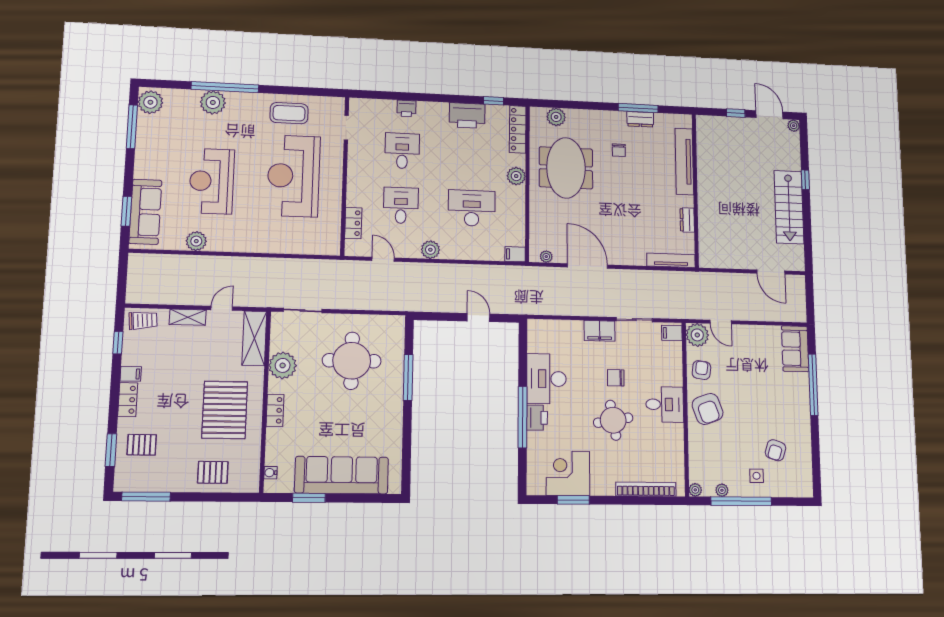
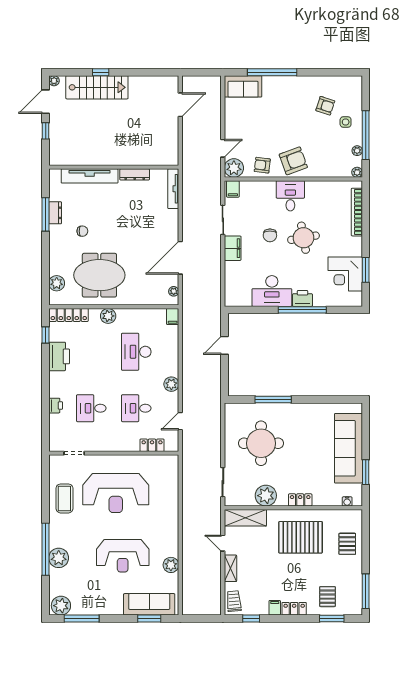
stairs: (789, 207) -> (97, 87), moved
dresser: (687, 220) -> (135, 174), width x1.44

